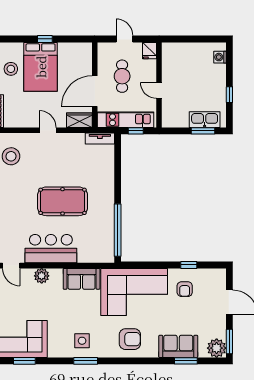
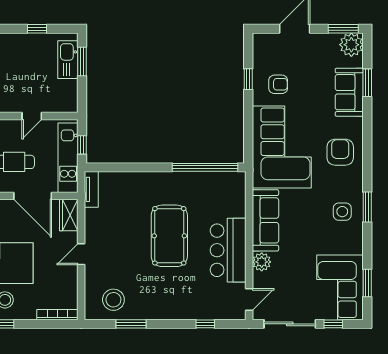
sofa: (82, 279) -> (265, 220), width x1.36

